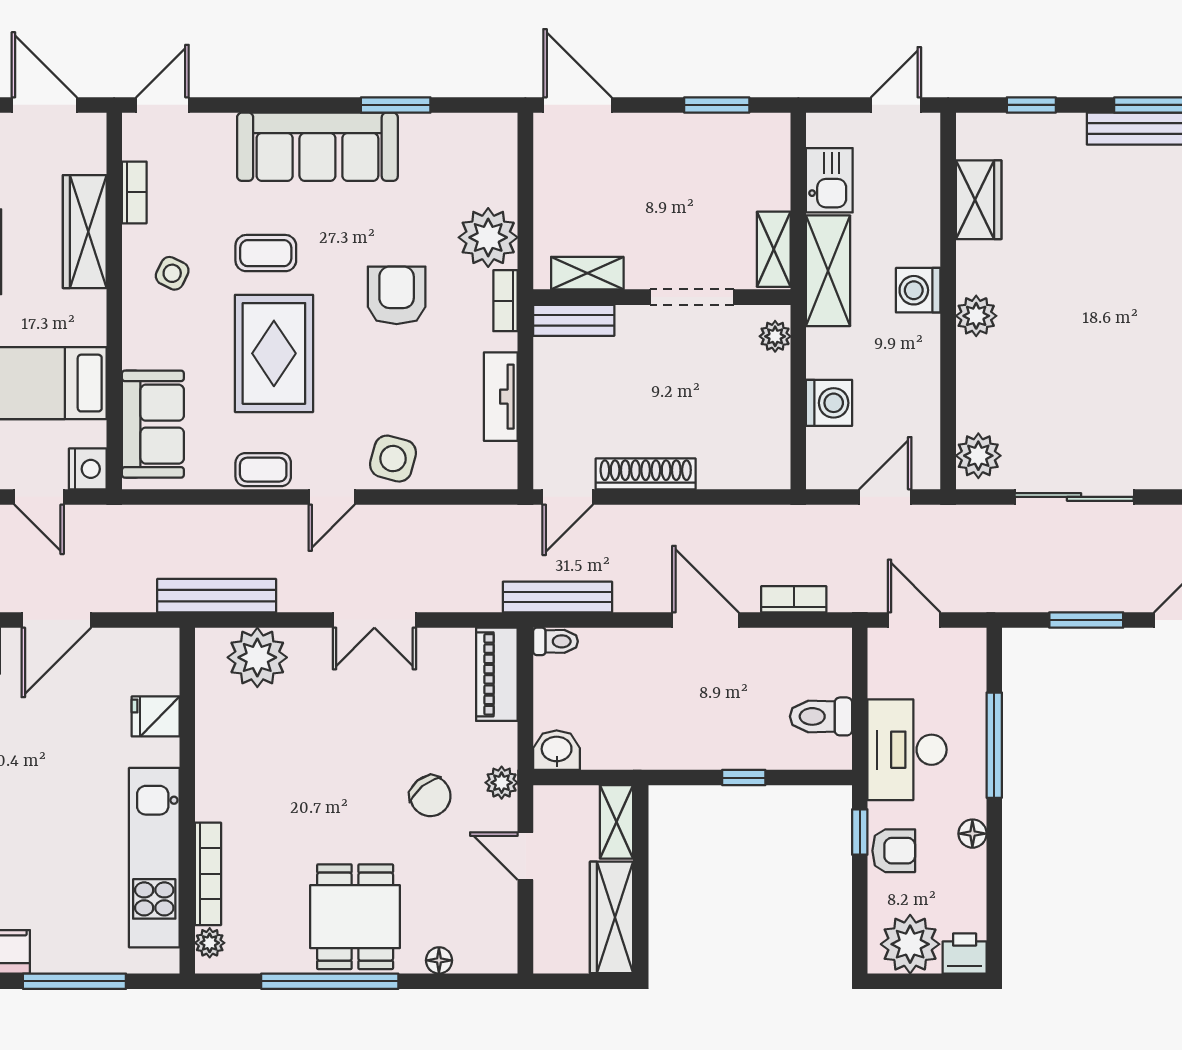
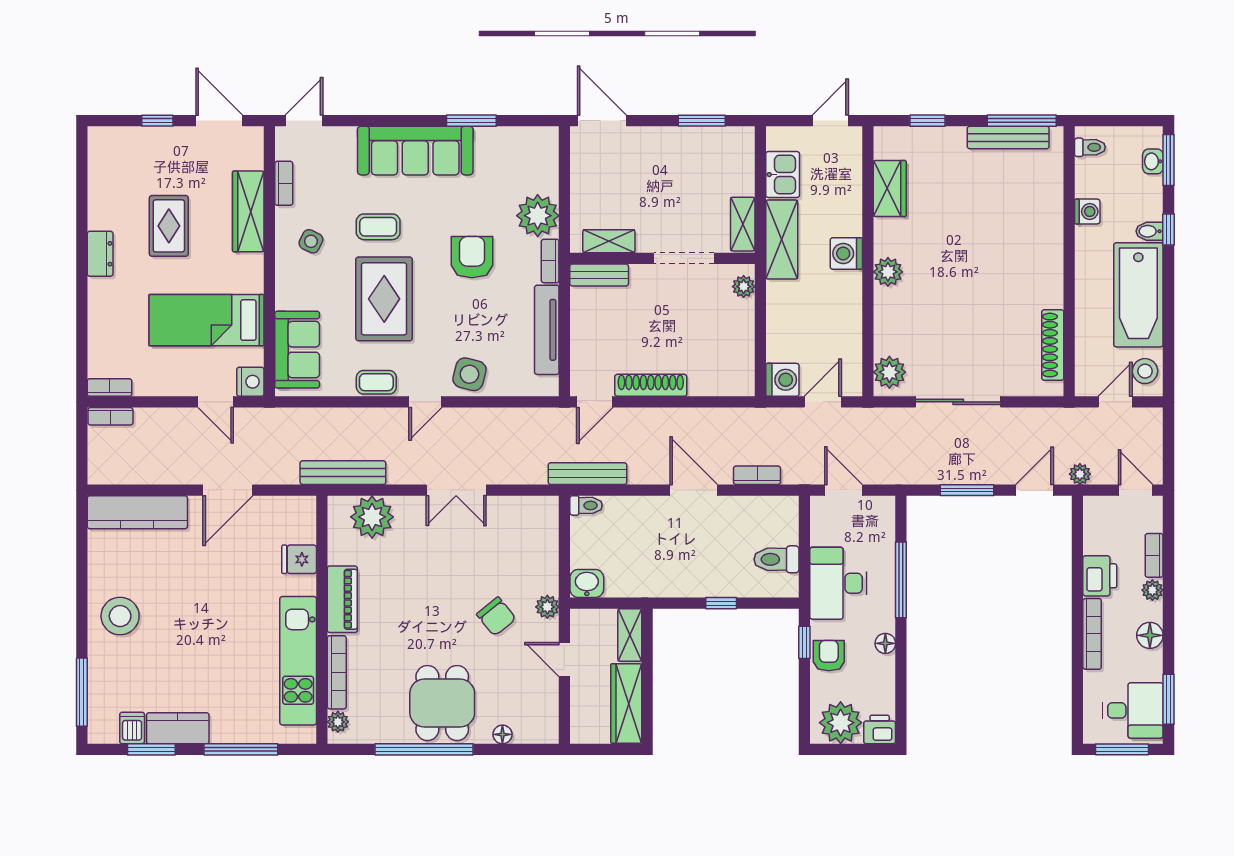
tv unit: (501, 397) -> (547, 330), width x1.41
washing machine: (829, 403) -> (782, 380), moved
piano: (497, 674) -> (342, 599), moved, turned 180
armchair: (894, 851) -> (829, 656), turned -90

